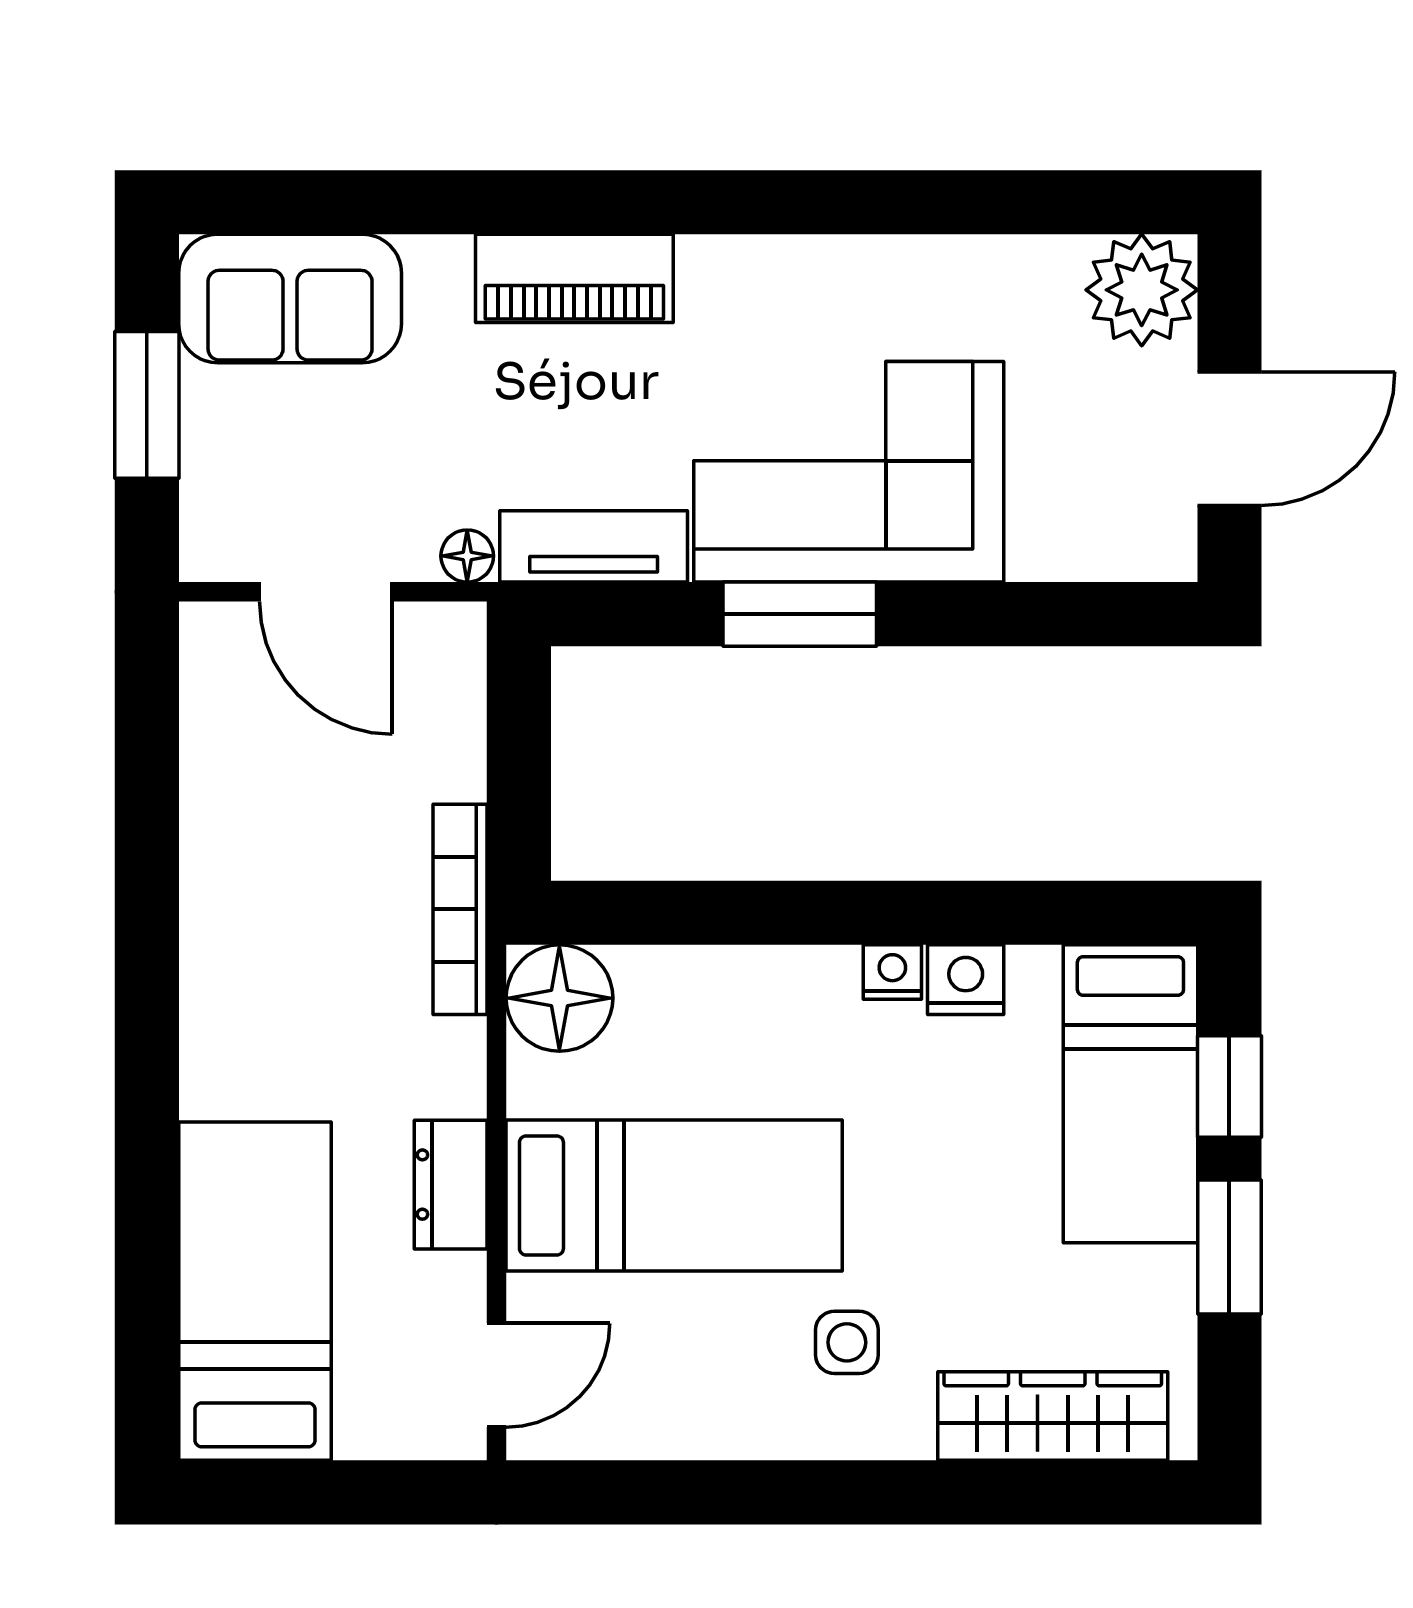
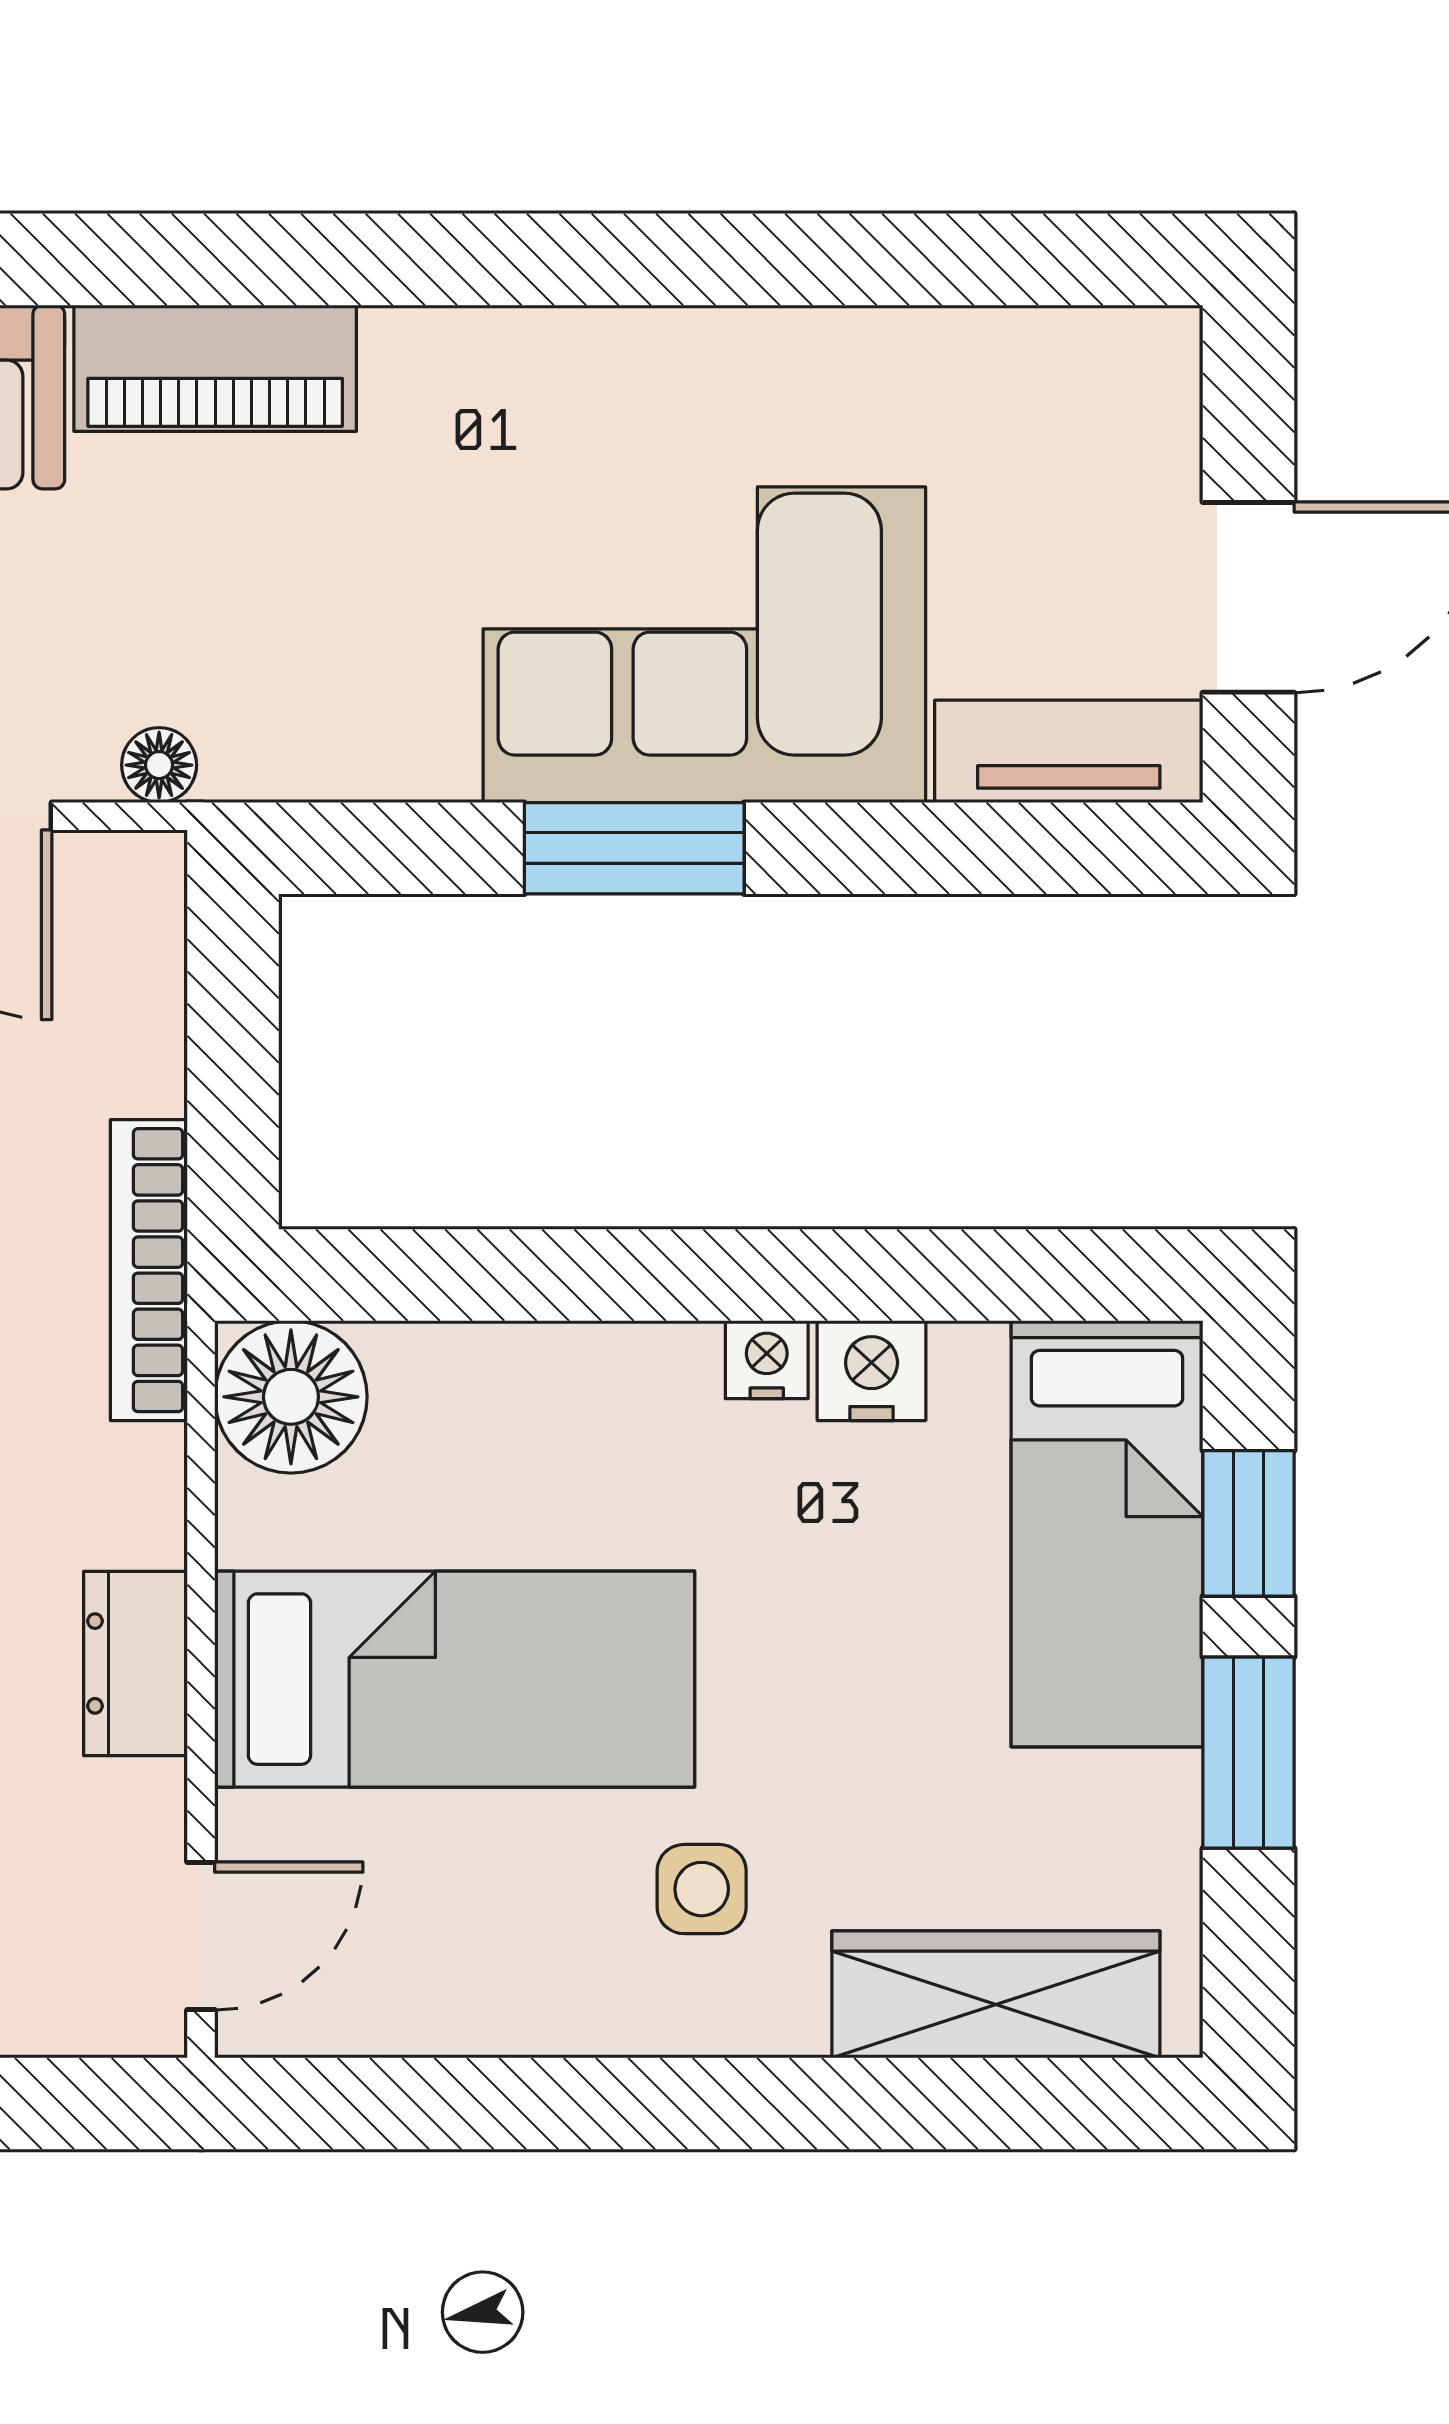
piano: (574, 278) -> (215, 368), moved
plant: (1142, 290) -> (1123, 385), removed
tv unit: (594, 546) -> (1069, 751), moved

